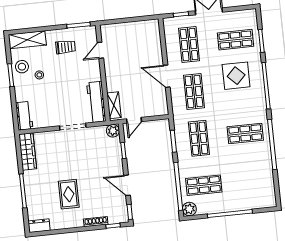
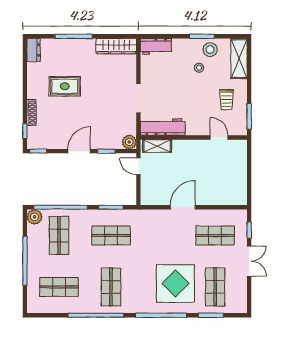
display table: (236, 76) -> (175, 283), width x1.36, depth x1.36
shop shelf: (194, 91) -> (59, 287), moved
door: (127, 185) -> (79, 151), moved

